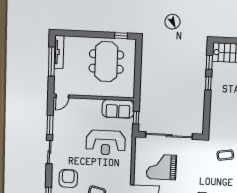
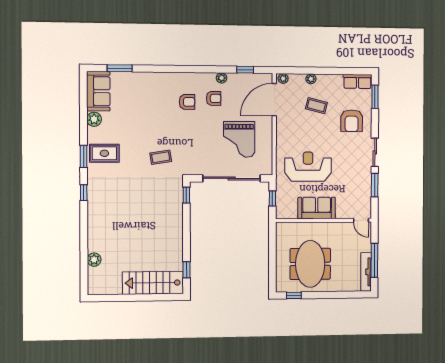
window: (208, 83) -> (186, 195), moved
door: (62, 96) -> (361, 220), swing flipped
sofa: (118, 109) -> (317, 208), moved
grand piano: (161, 167) -> (239, 139), turned 90

